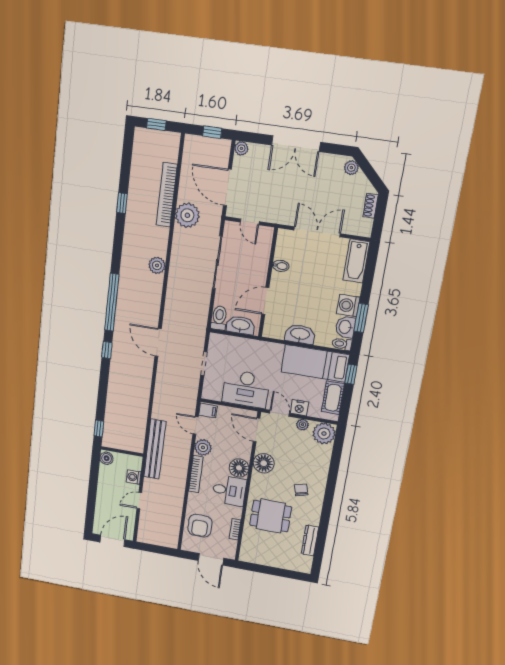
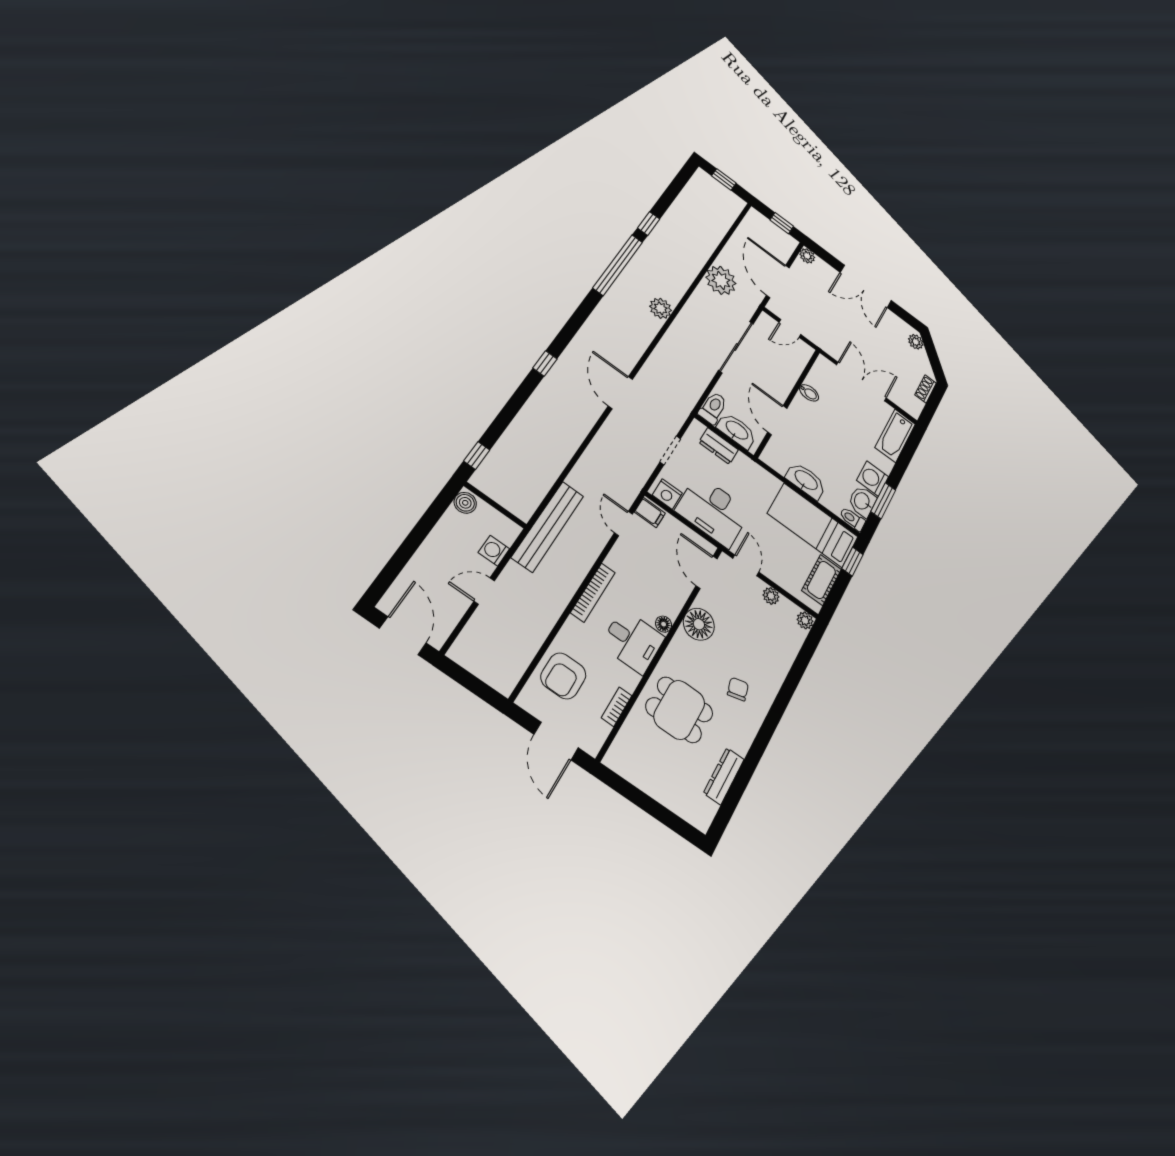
bookcase: (167, 195) -> (706, 247), removed
door: (250, 222) -> (790, 328), hinge flipped
door: (265, 301) -> (777, 420), hinge flipped
window: (112, 302) -> (618, 265), moved
dresser: (233, 343) -> (719, 446), added
nightstand: (299, 408) -> (667, 494), moved
plant: (324, 433) -> (805, 620), width x0.53, depth x0.53
plant: (203, 447) -> (621, 559), removed
floor lamp: (239, 468) -> (664, 624), width x0.53, depth x0.53
door: (112, 541) -> (403, 636), hinge flipped

